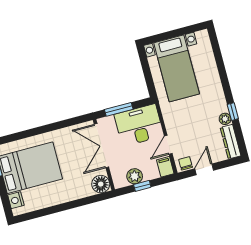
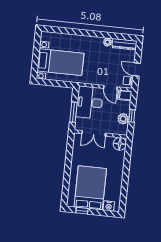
window: (233, 112) -> (105, 35), removed
double door: (101, 146) -> (94, 133), width x0.73

